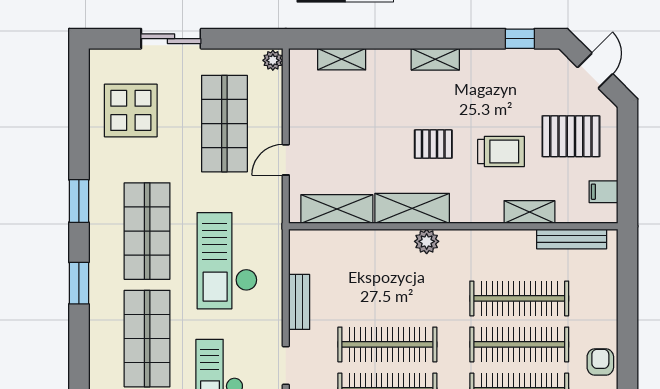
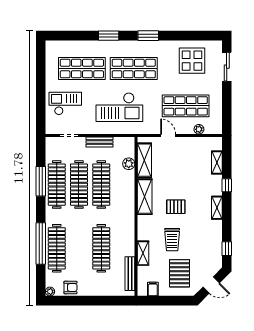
sliding door: (171, 39) -> (227, 67), moved
window: (389, 39) -> (227, 185), added
plant: (273, 60) -> (199, 129), moved
pallet: (433, 144) -> (176, 207), turned 90
plant: (427, 241) -> (129, 164), moved
checkout: (227, 261) -> (119, 107), turned 180
clothes rail: (519, 344) -> (101, 185), moved

